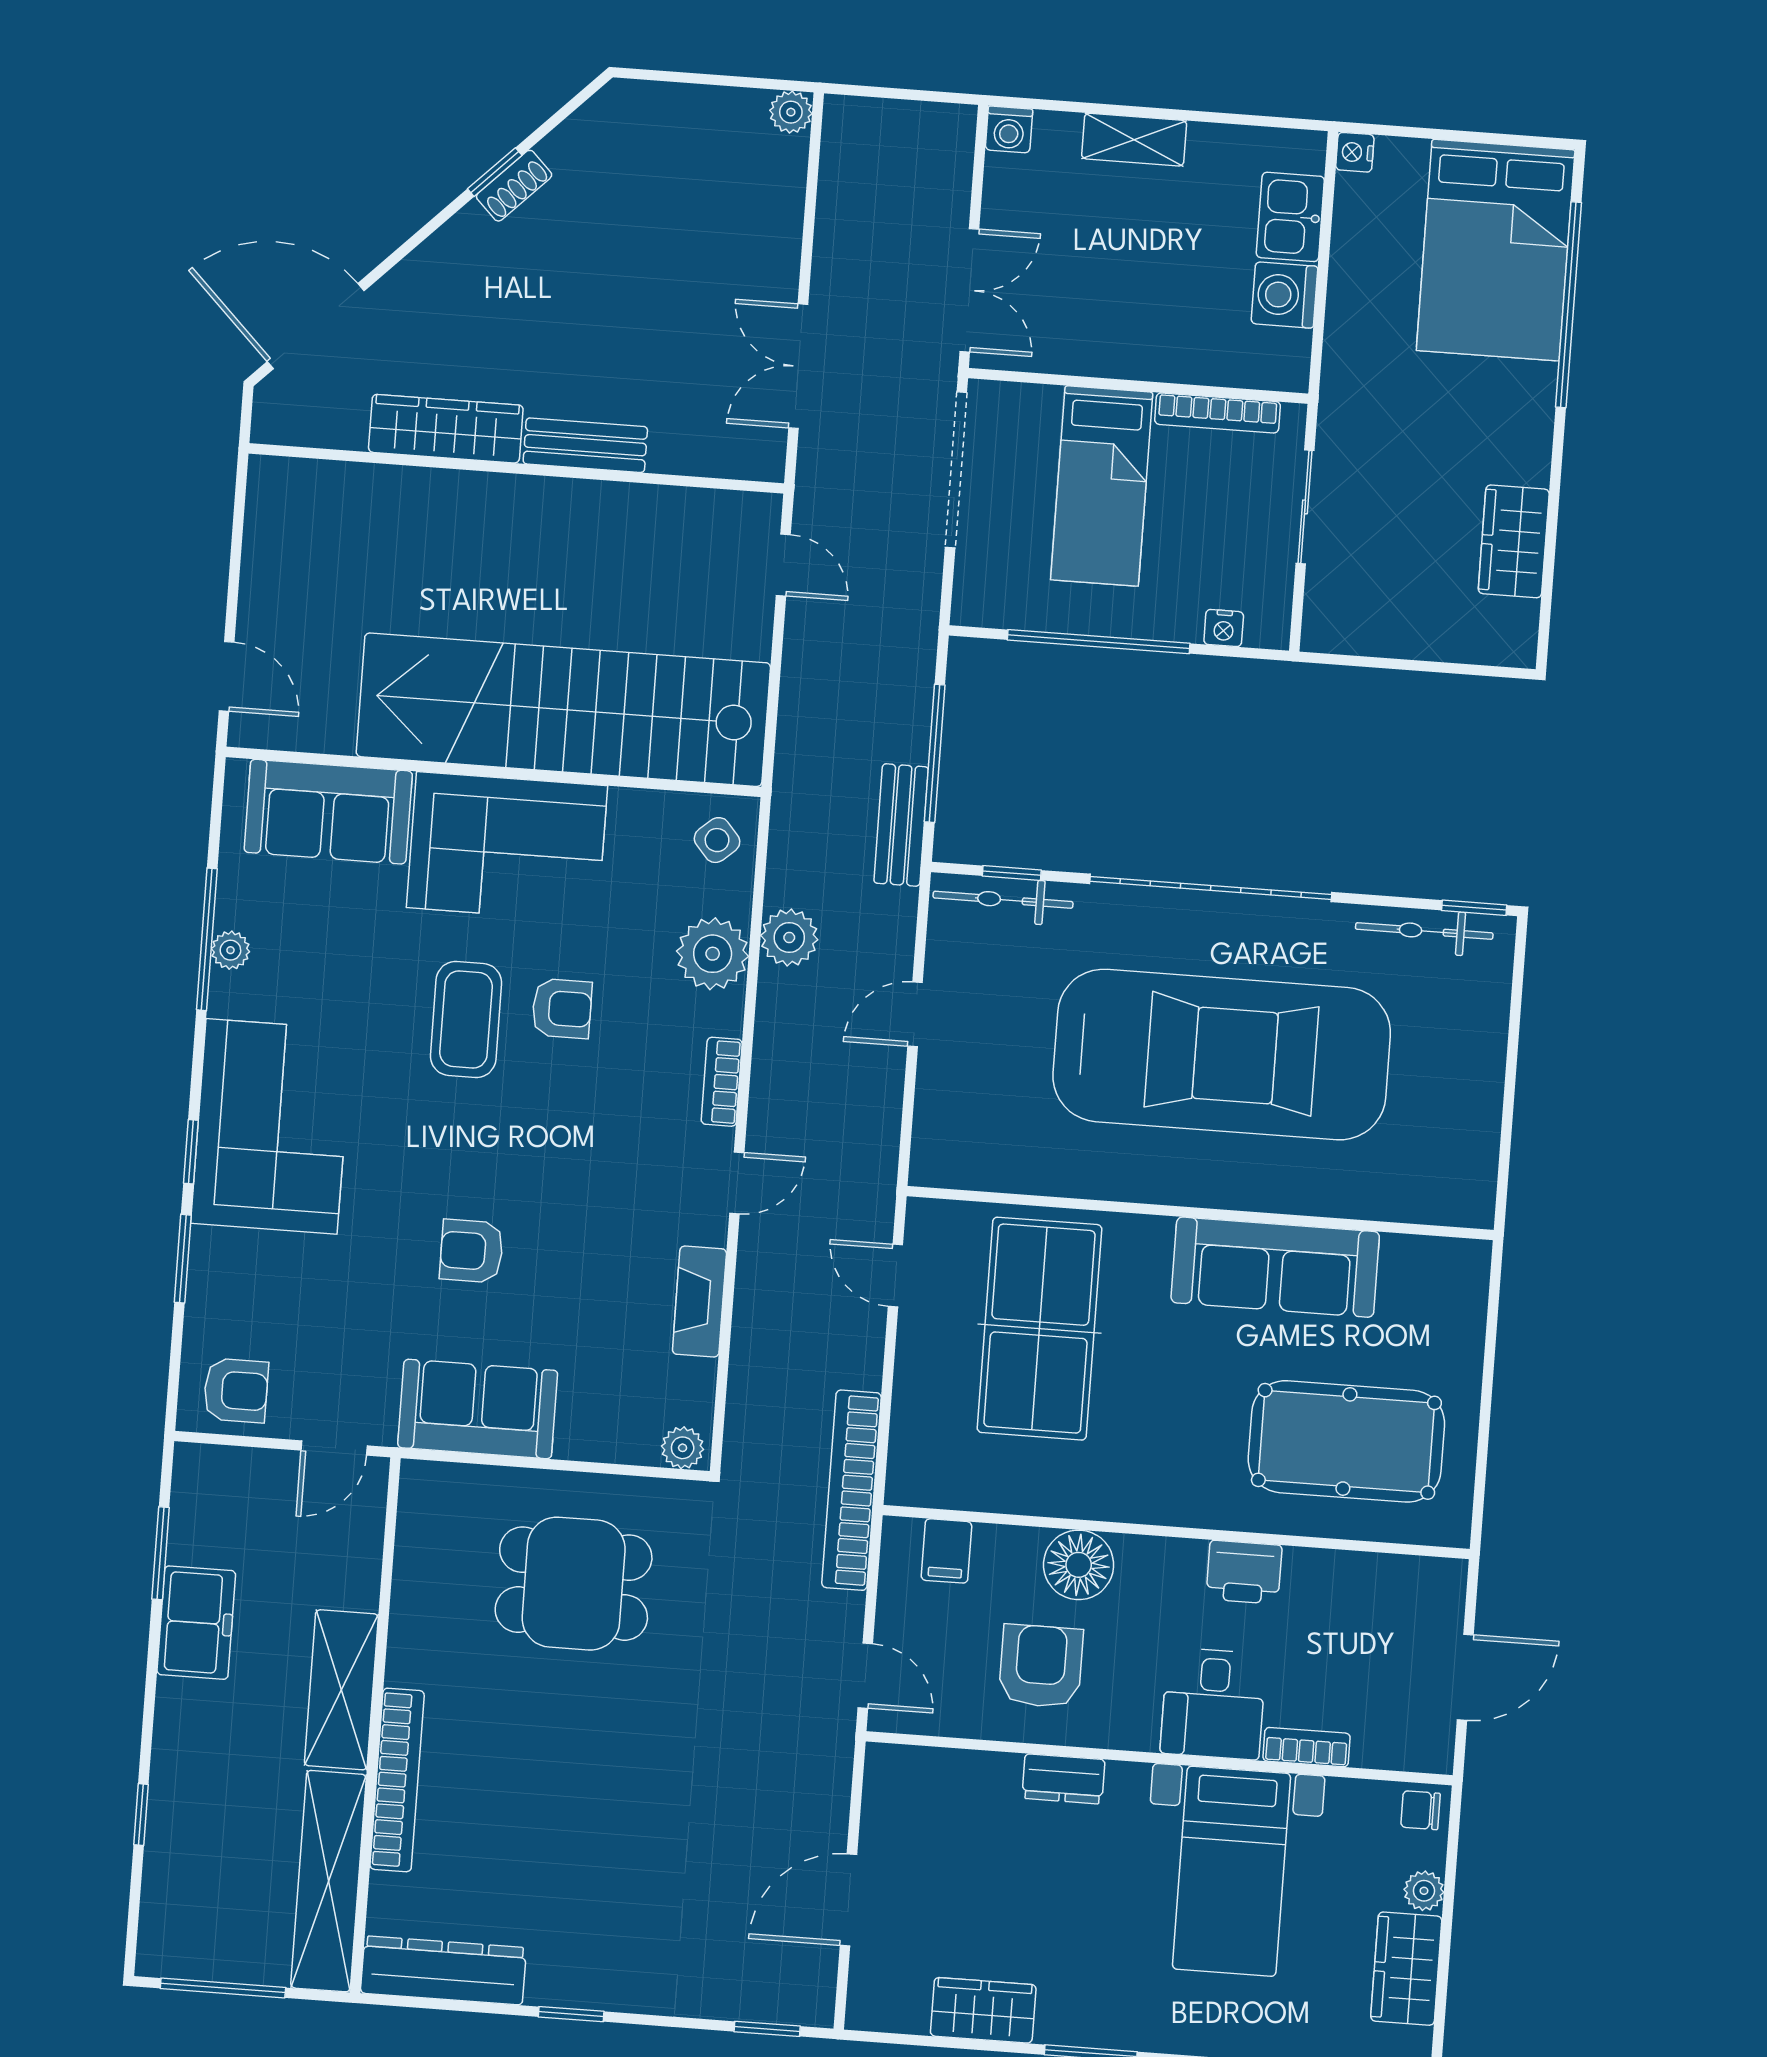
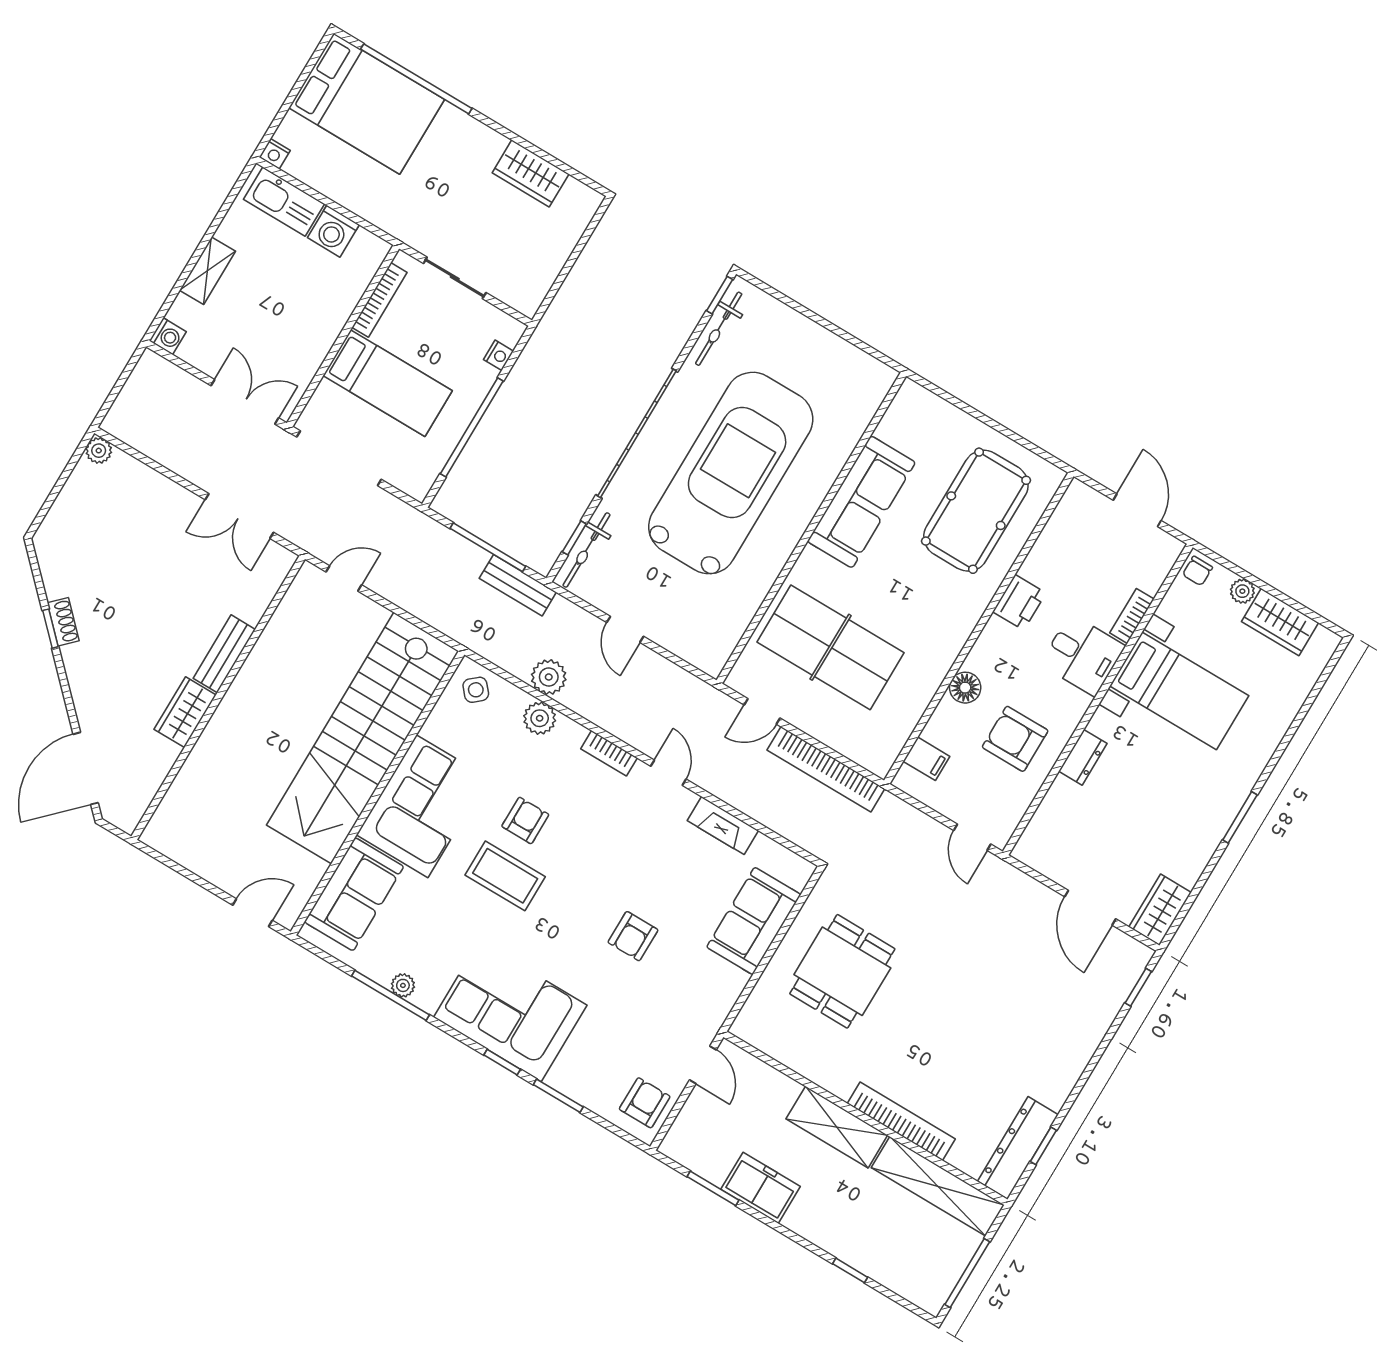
kitchen sink: (1290, 217) -> (284, 202), width x1.38
wardrobe: (446, 429) -> (185, 712), width x0.67
plant: (713, 954) -> (540, 718), width x0.73, depth x0.73
sofa: (478, 1409) -> (754, 921), moved
plant: (683, 1448) -> (798, 875), removed
bookcase: (851, 1490) -> (826, 769), moved
floor lamp: (1079, 1565) -> (965, 688), width x0.73, depth x0.73
door: (865, 1676) -> (972, 837), swing flipped
wardrobe: (983, 2010) -> (1160, 910), moved
window: (571, 2014) -> (1043, 1146), moved

